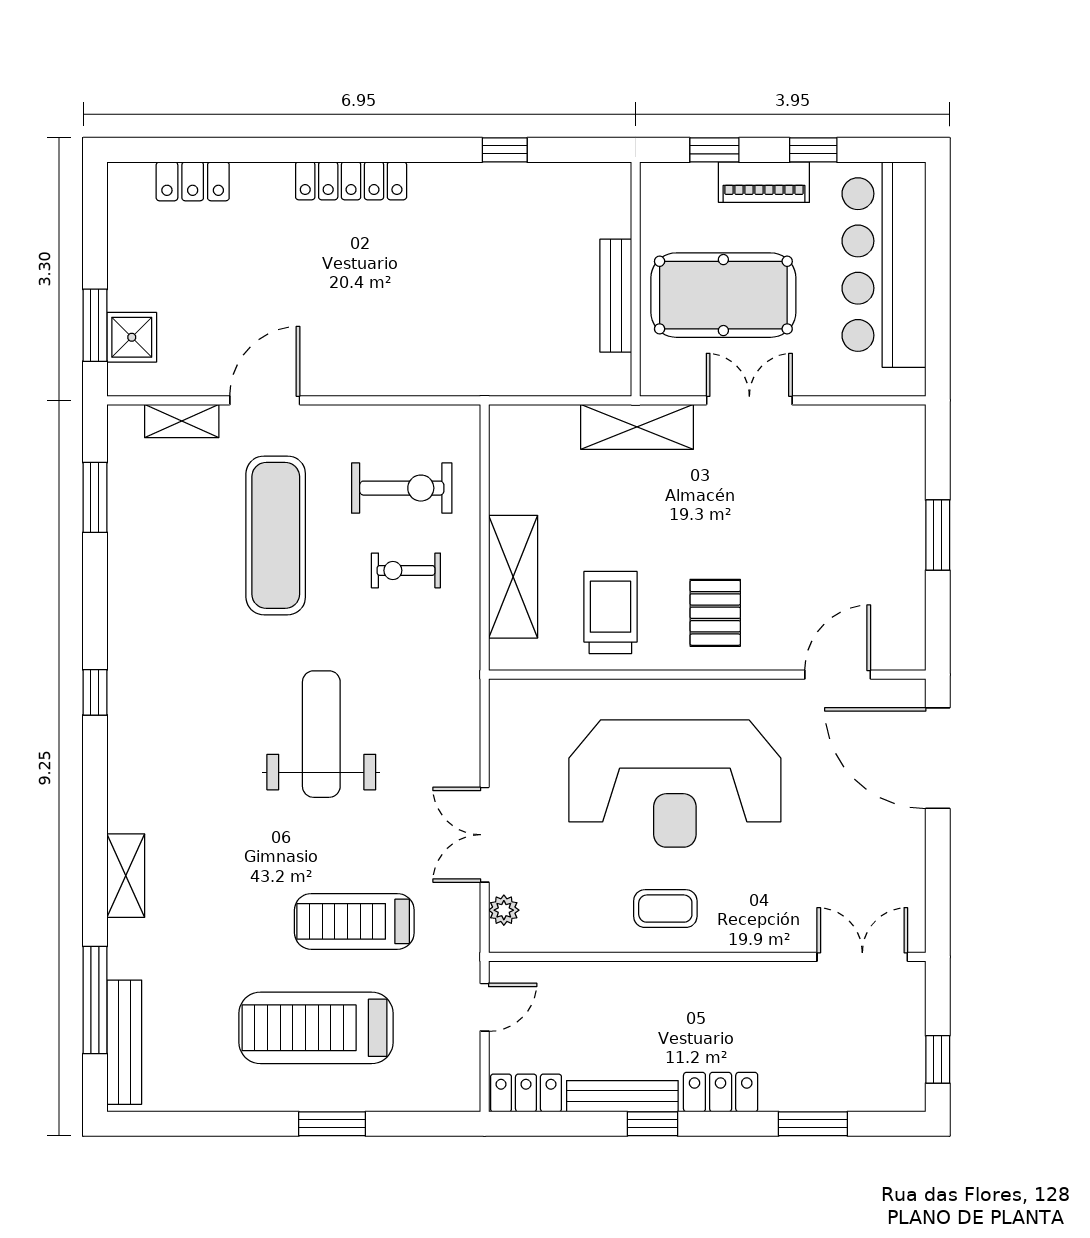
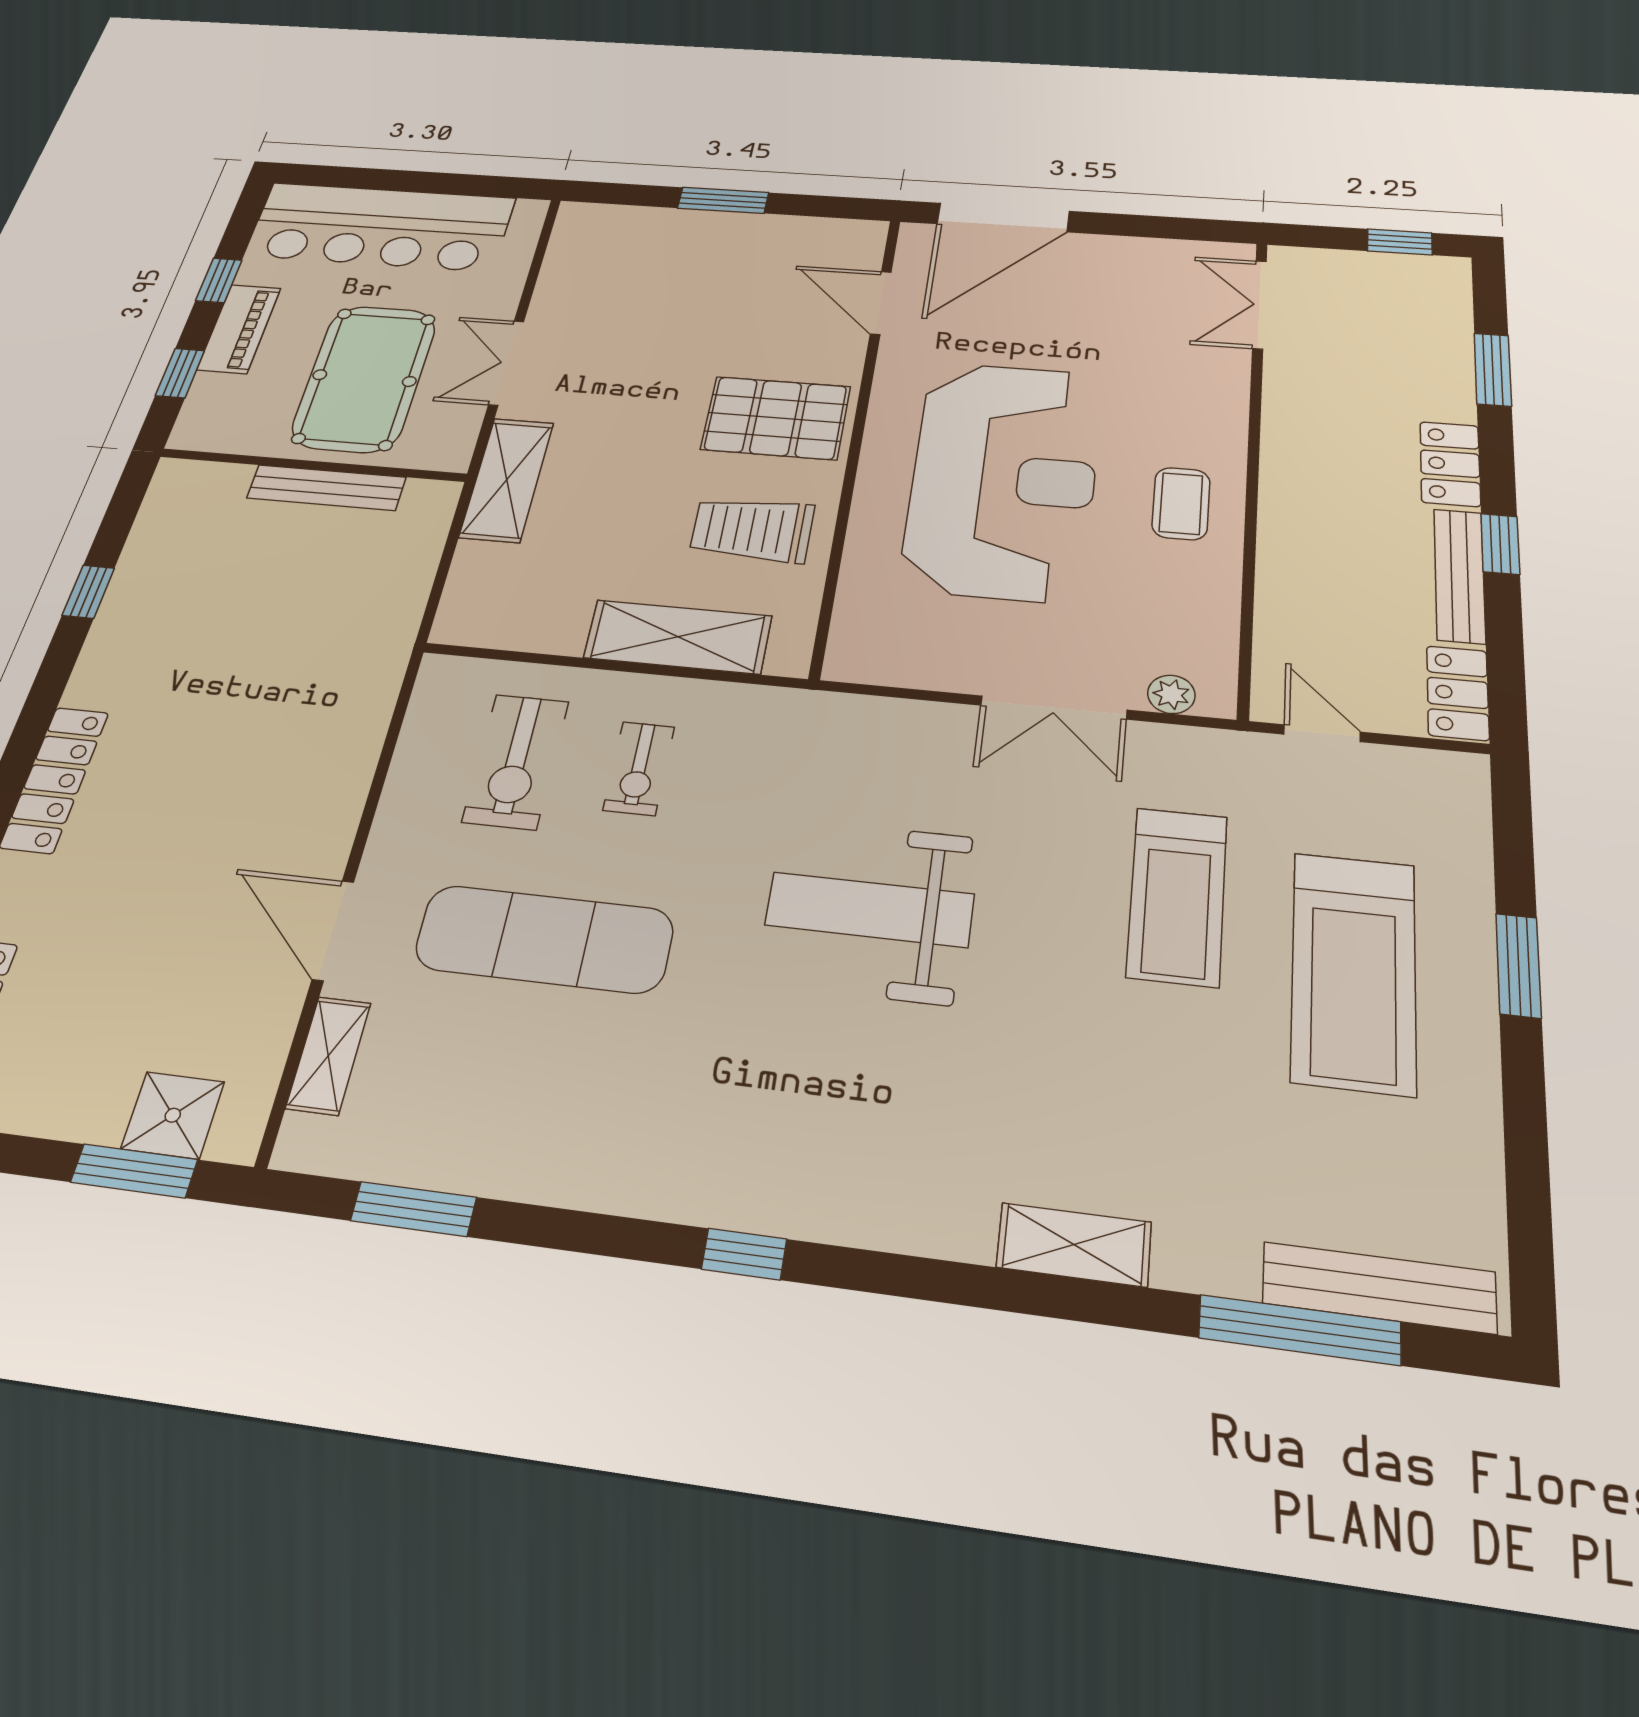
exercise bike: (402, 488) -> (516, 761), turned 180
pallet: (715, 613) -> (776, 418), width x1.50, depth x1.42

